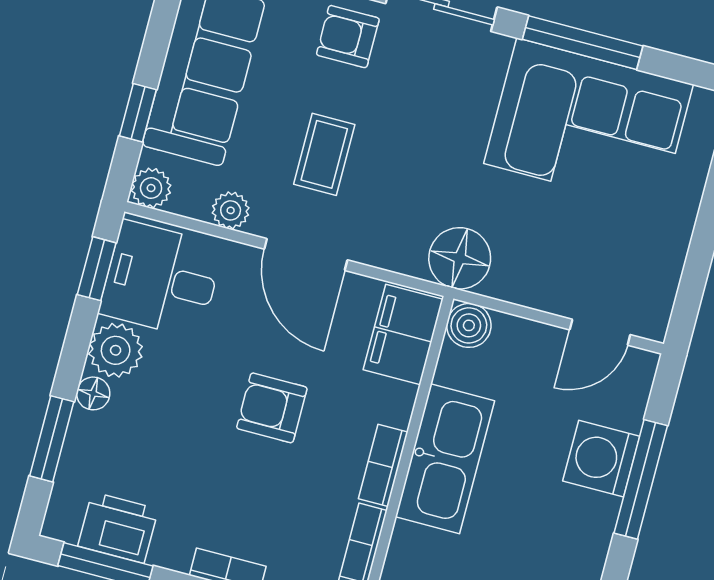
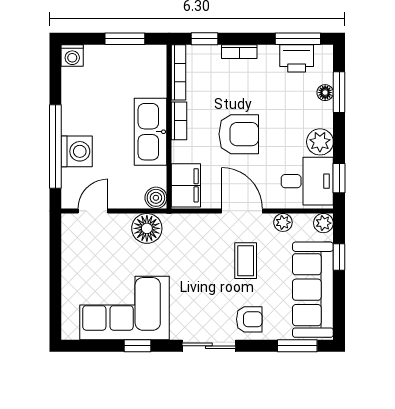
window: (583, 43) -> (137, 346), width x0.46
floor lamp: (460, 258) -> (147, 228), moved
floor lamp: (93, 393) -> (325, 93), moved
armchair: (272, 408) -> (239, 134), width x1.38, depth x1.38
window: (641, 479) -> (55, 146), width x1.46

